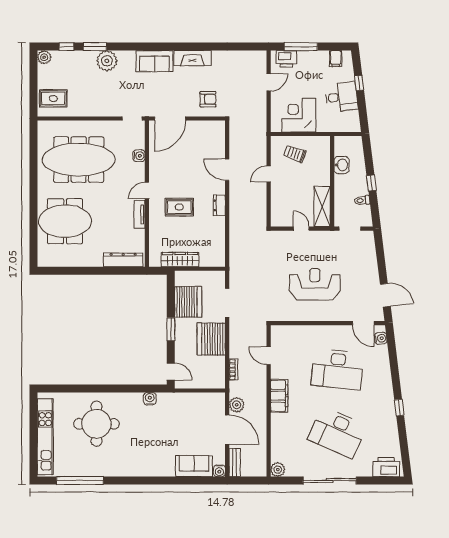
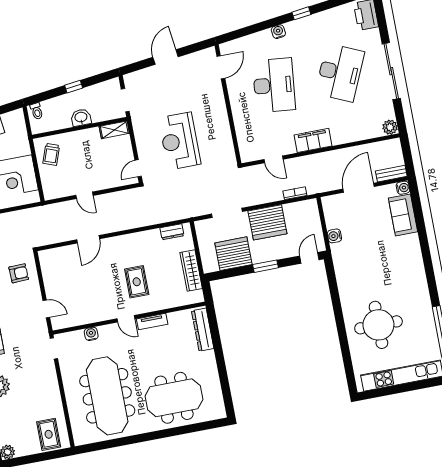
armchair: (208, 99) -> (19, 273), turned 88
door: (170, 118) -> (46, 309), width x0.53
trolley: (295, 154) -> (51, 154), moved
washbasin: (341, 165) -> (81, 117), moved
toilet: (362, 200) -> (37, 111), moved
dresser: (219, 205) -> (172, 232), moved
shelving: (322, 207) -> (114, 130), width x0.67, depth x0.75
meeting table: (65, 221) -> (174, 398), turned 90
door: (301, 229) -> (138, 168), moved
reception desk: (315, 284) -> (180, 141), moved
door: (385, 295) -> (166, 57), moved
water cooler: (381, 338) -> (278, 32), moved
door: (269, 356) -> (274, 159), hinge flipped
water cooler: (150, 399) -> (334, 236), moved
plant: (237, 405) -> (331, 183), removed

